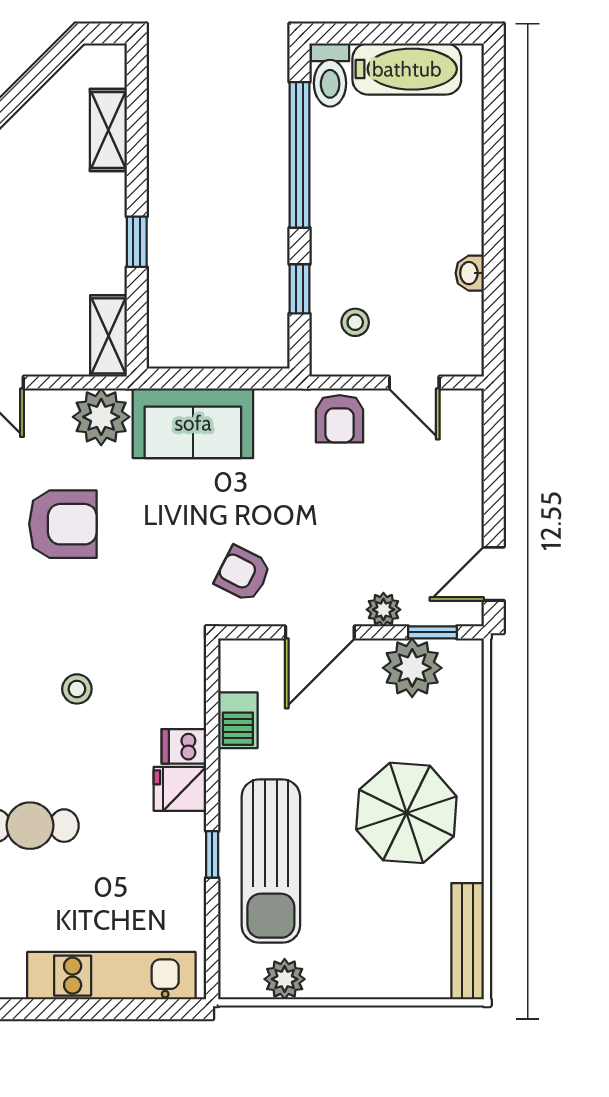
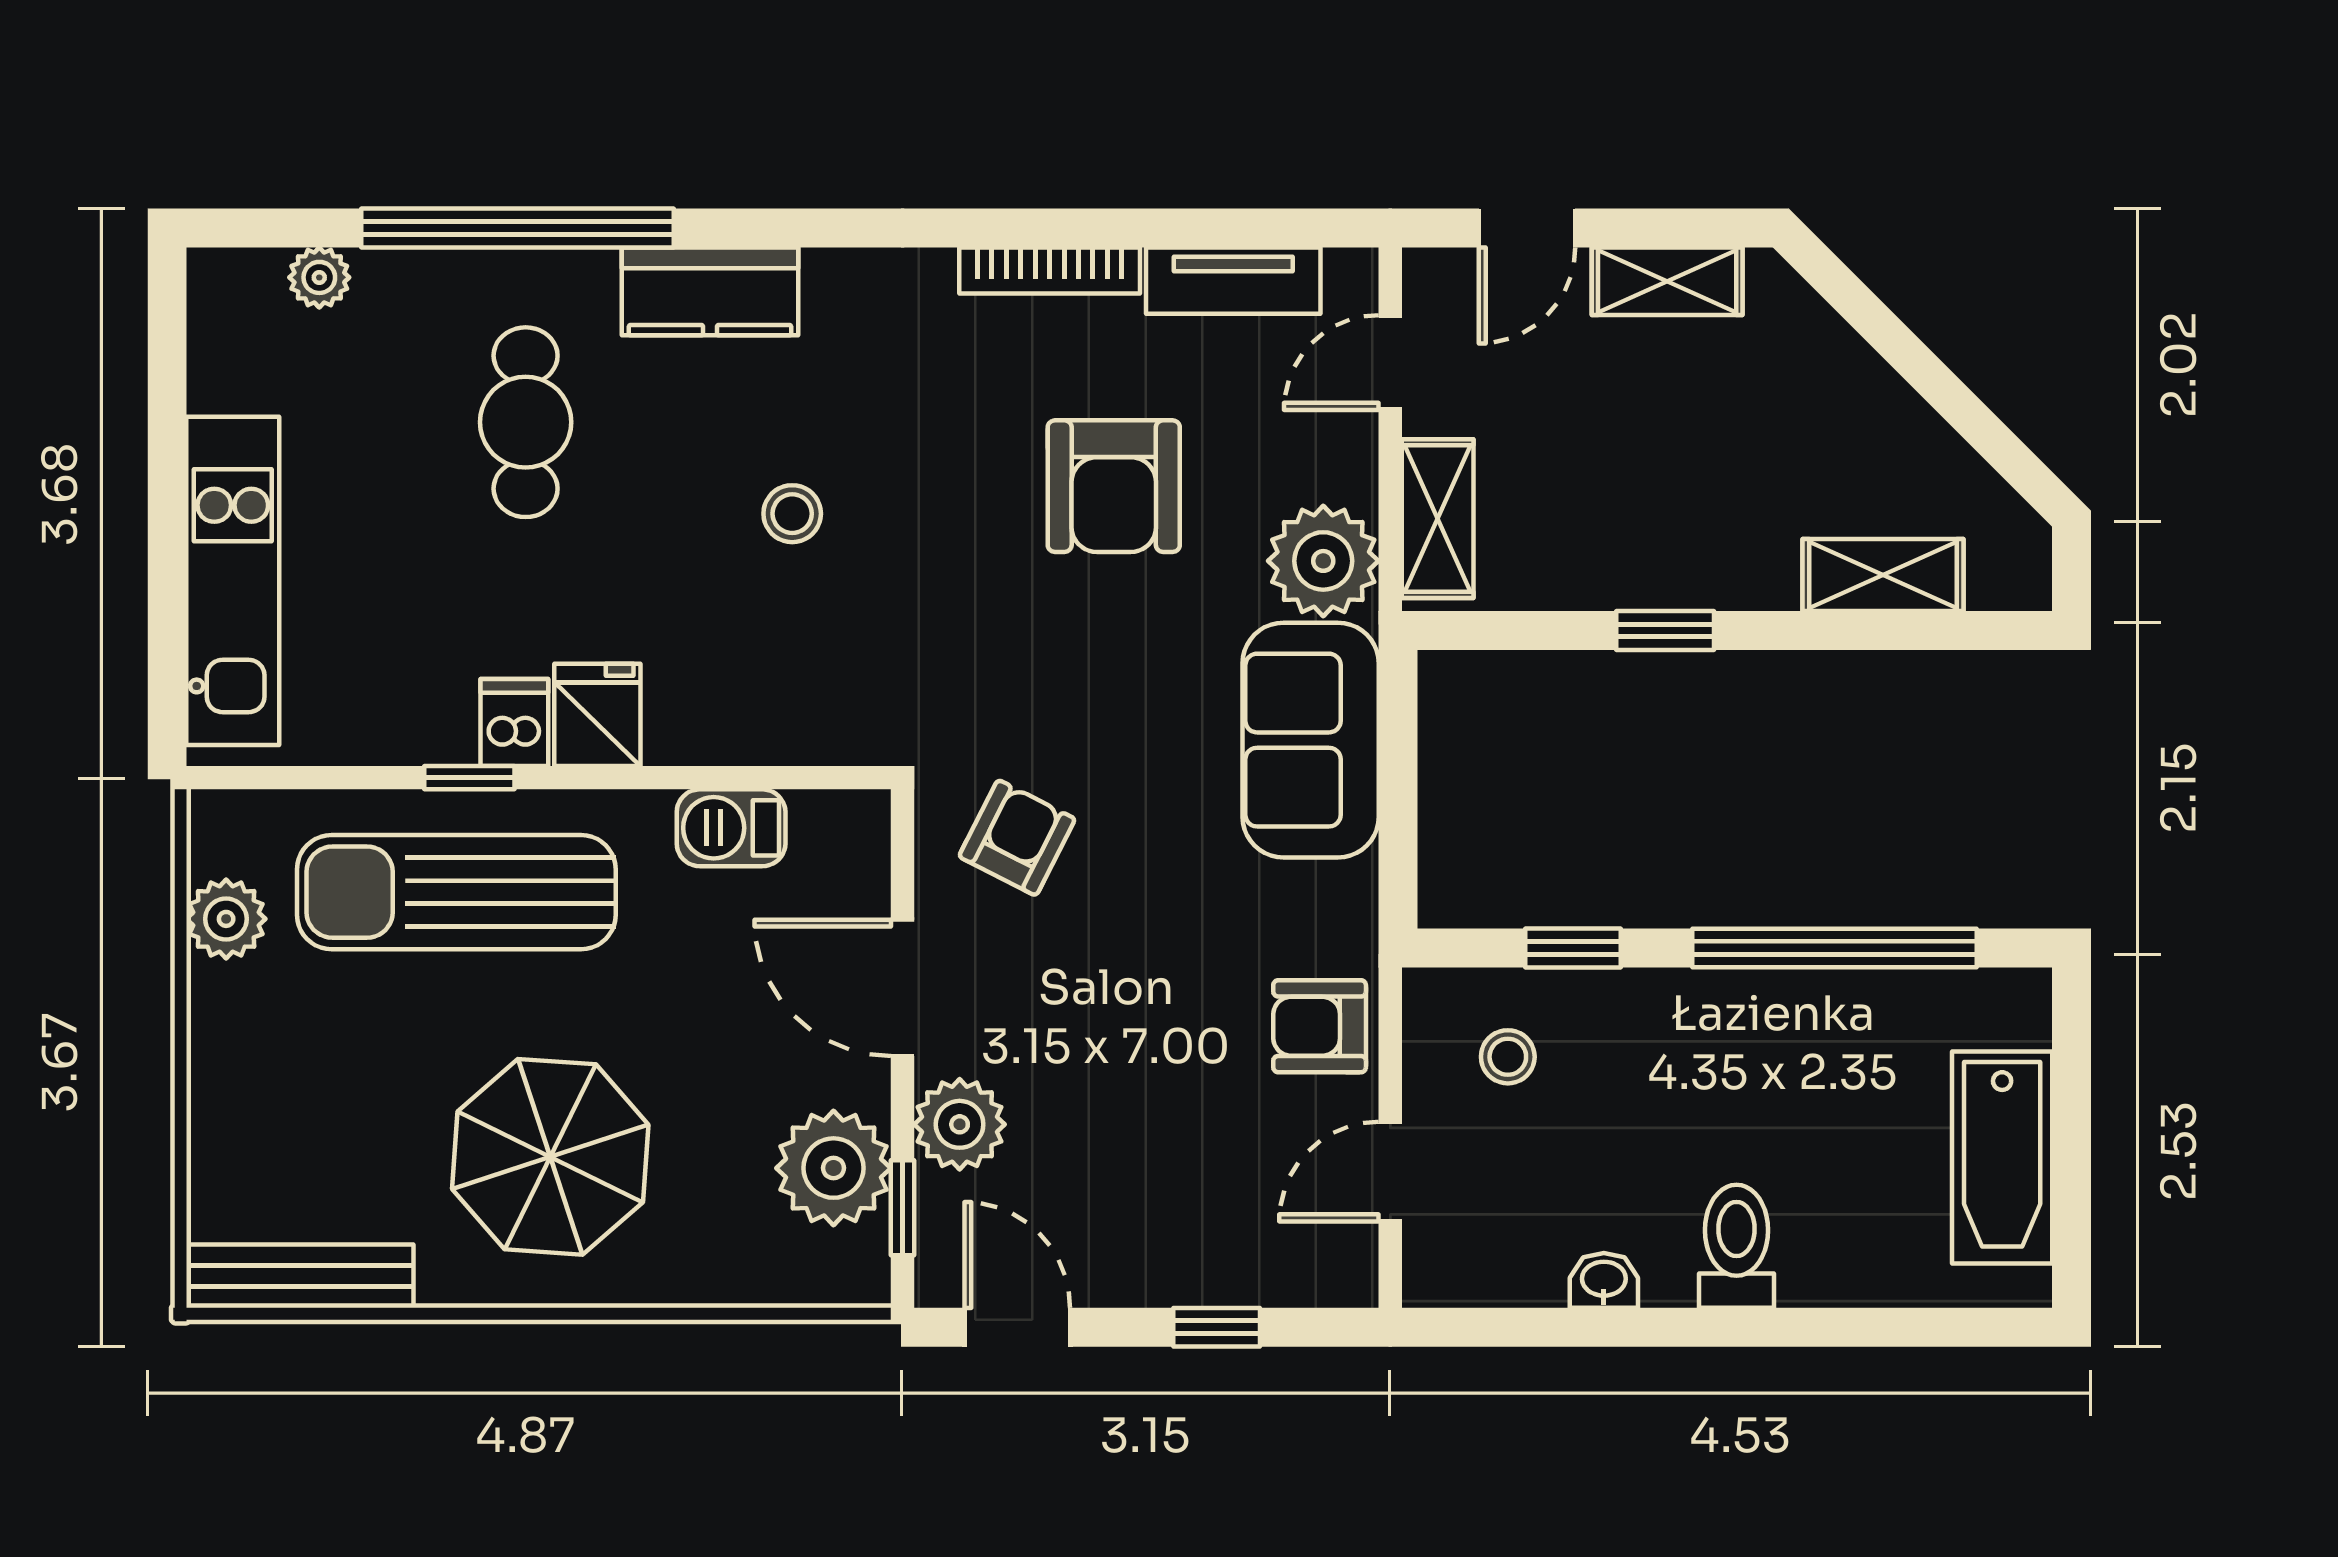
toilet: (330, 75) -> (1737, 1246), moved, turned 90
shelving: (109, 336) -> (1438, 519), moved, turned 90
window: (494, 472) -> (1217, 1327), added
plant: (383, 610) -> (960, 1124), width x1.38, depth x1.38
dishwasher: (184, 746) -> (514, 722), moved

